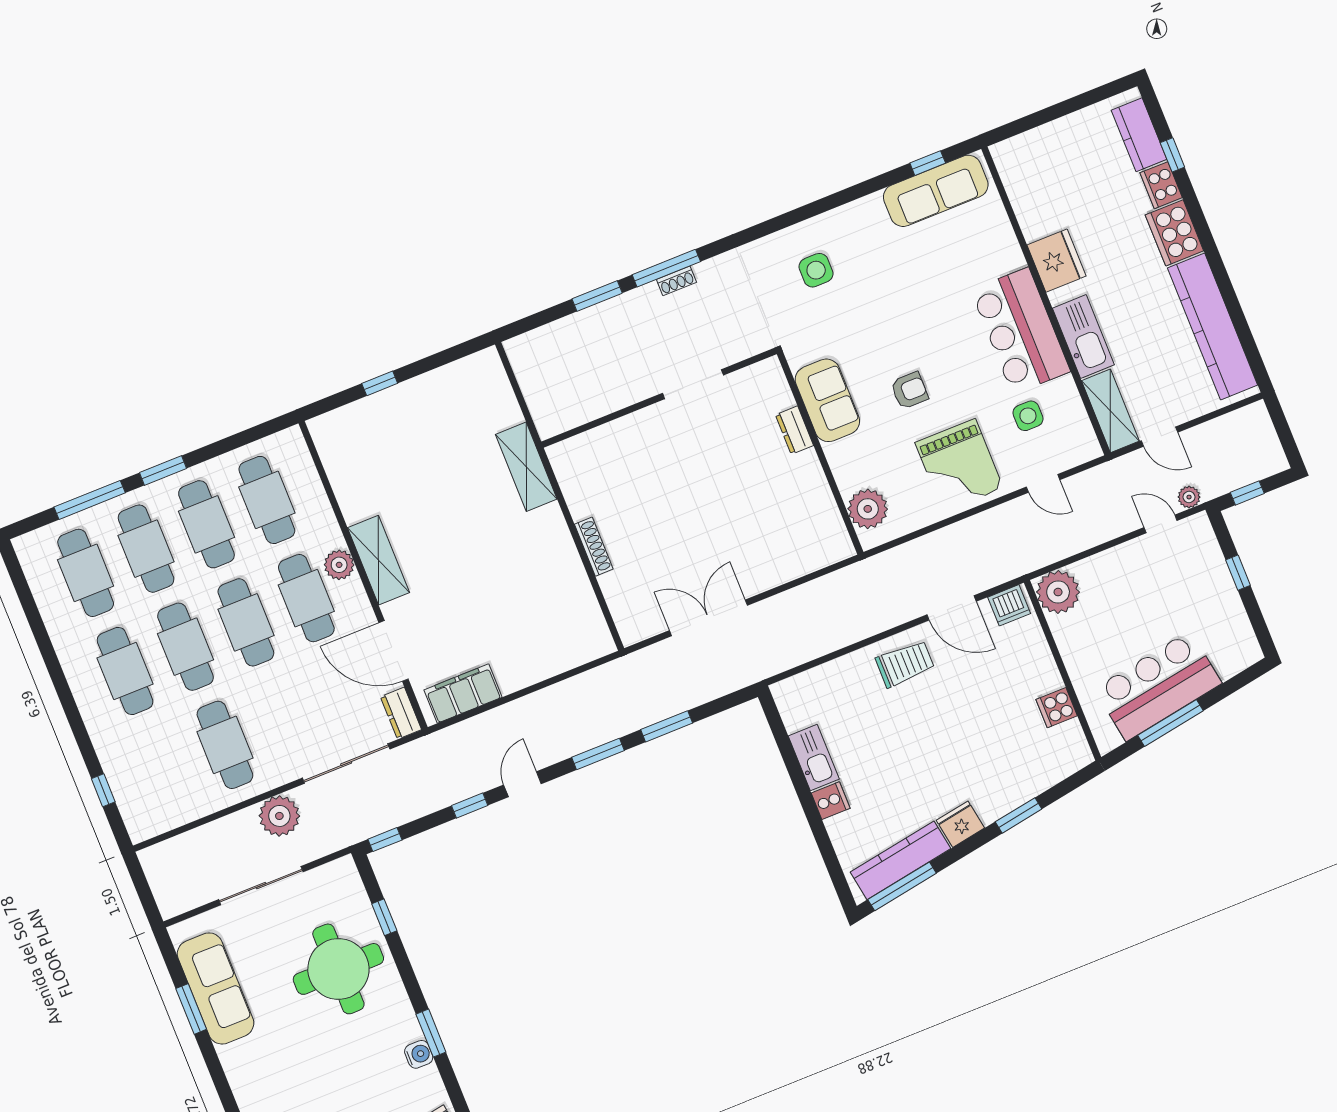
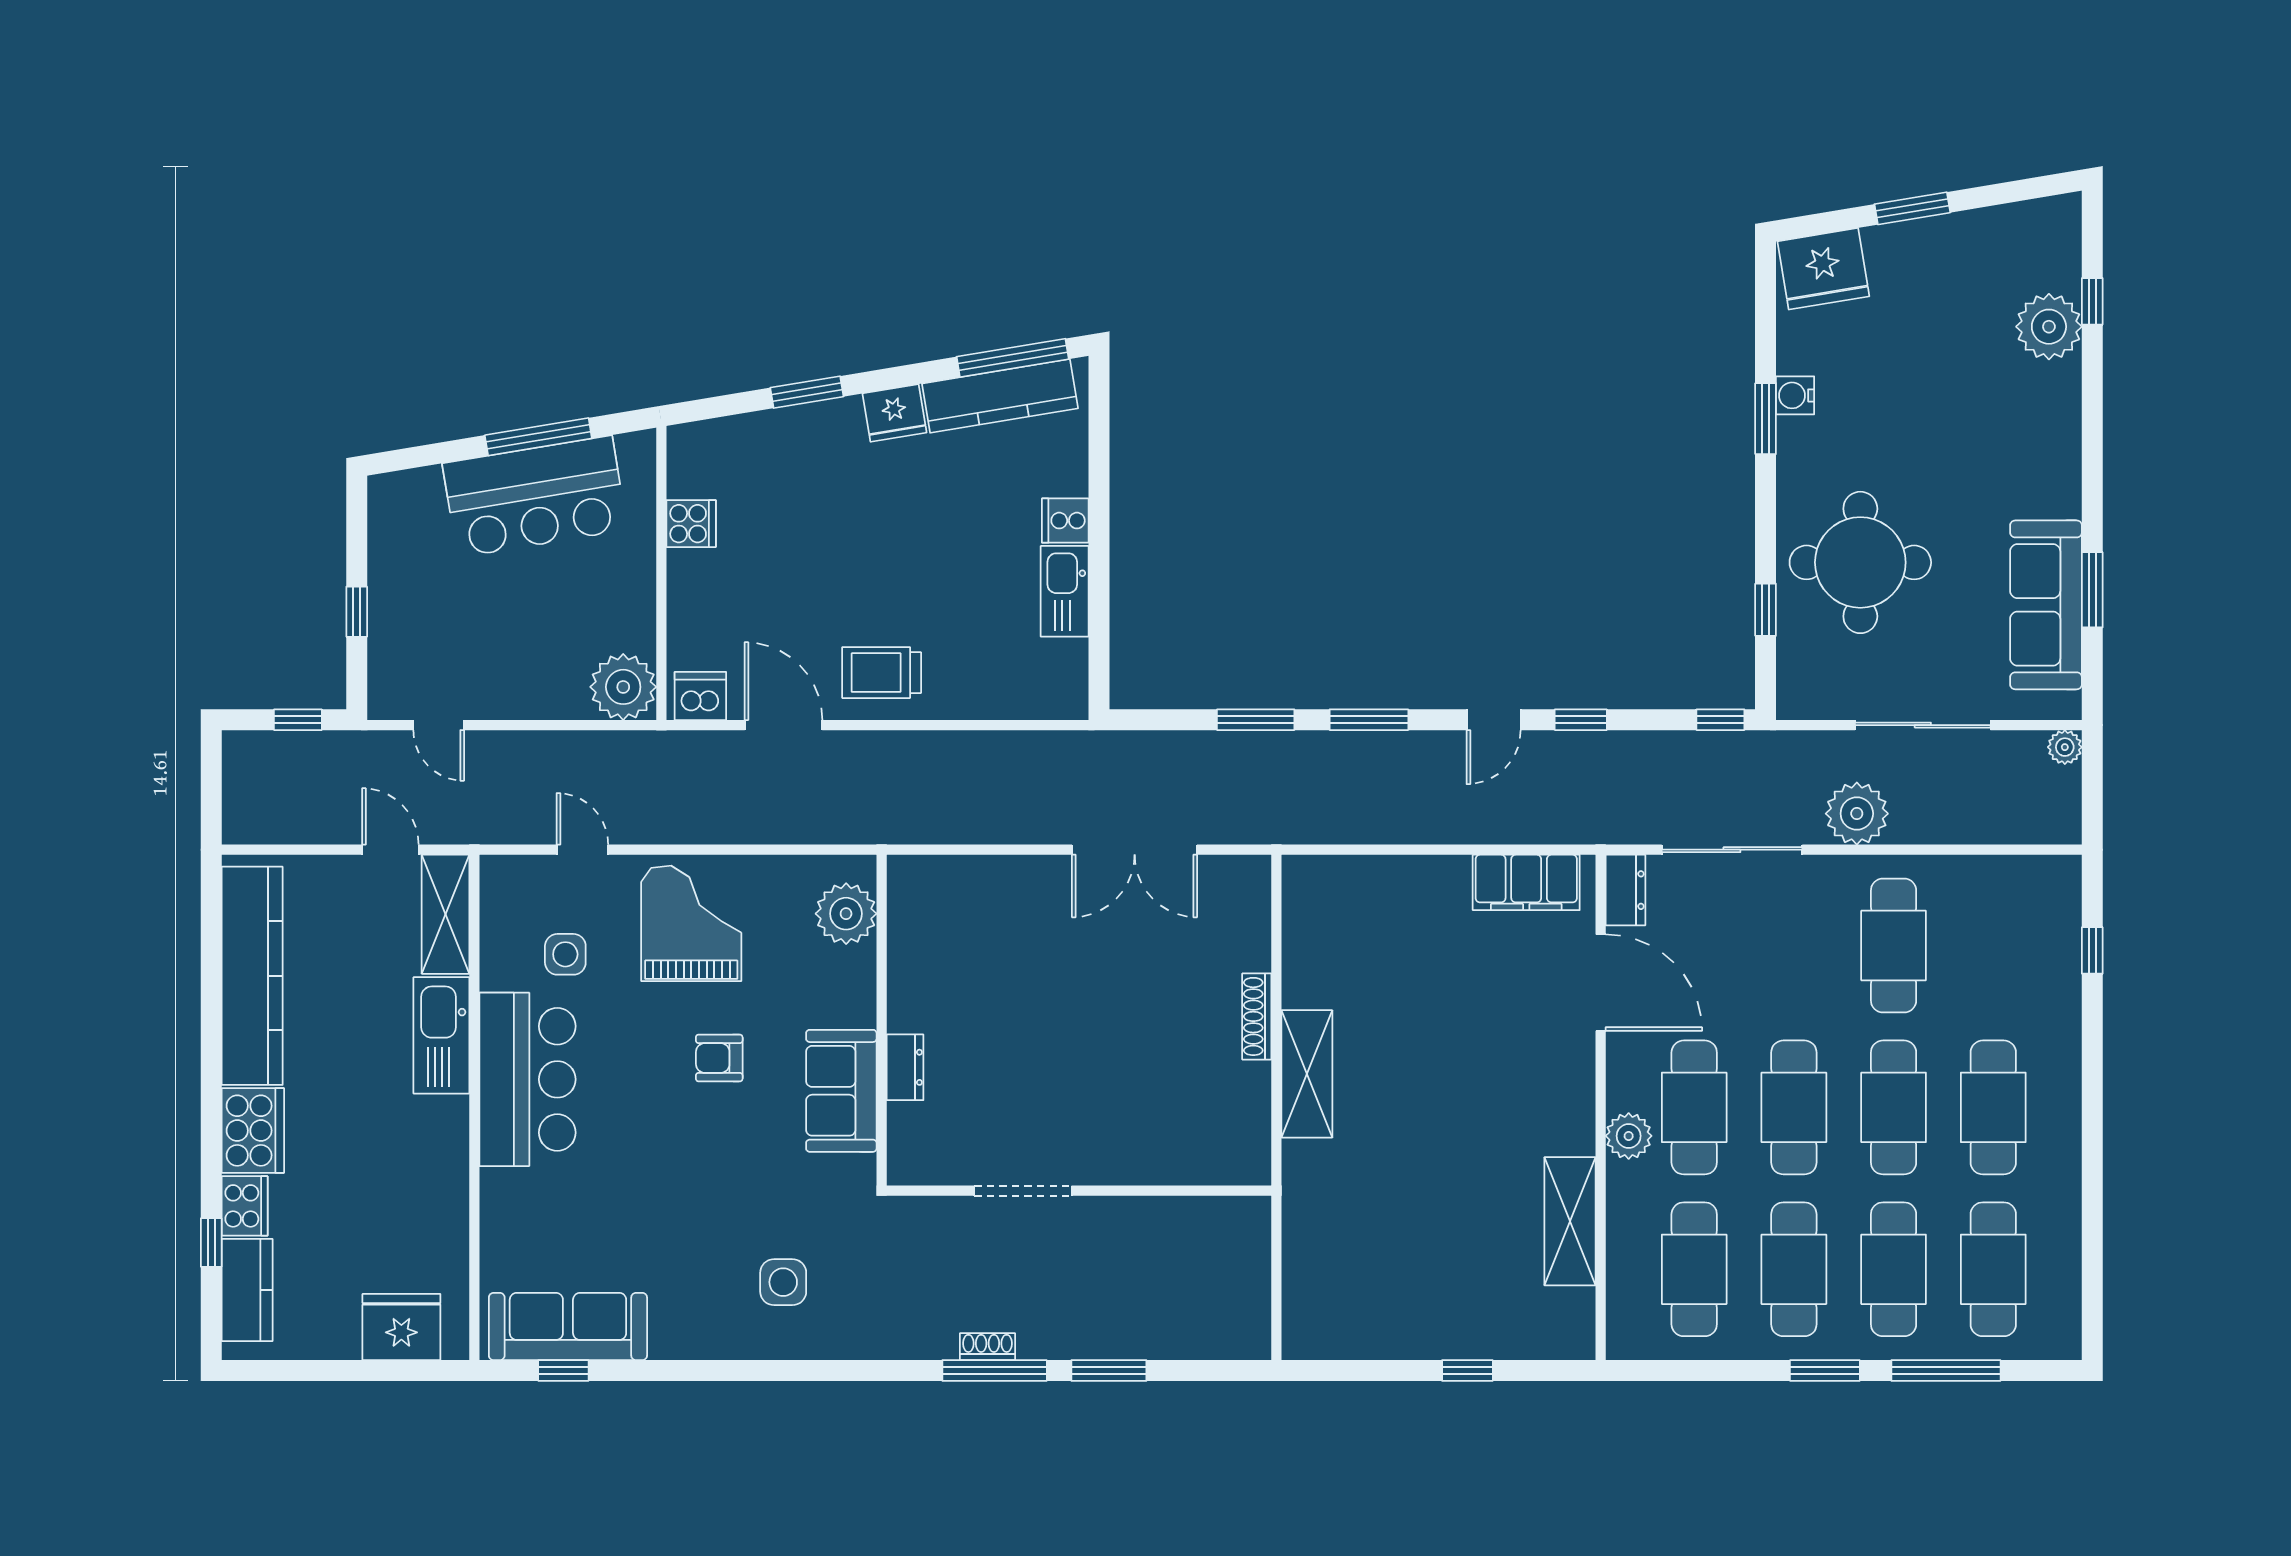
fridge: (1056, 261) -> (401, 1327), moved, turned 90
shelving: (526, 467) -> (1307, 1074), moved
plant: (1189, 497) -> (2065, 747), moved
shelving: (379, 560) -> (1570, 1221), moved

